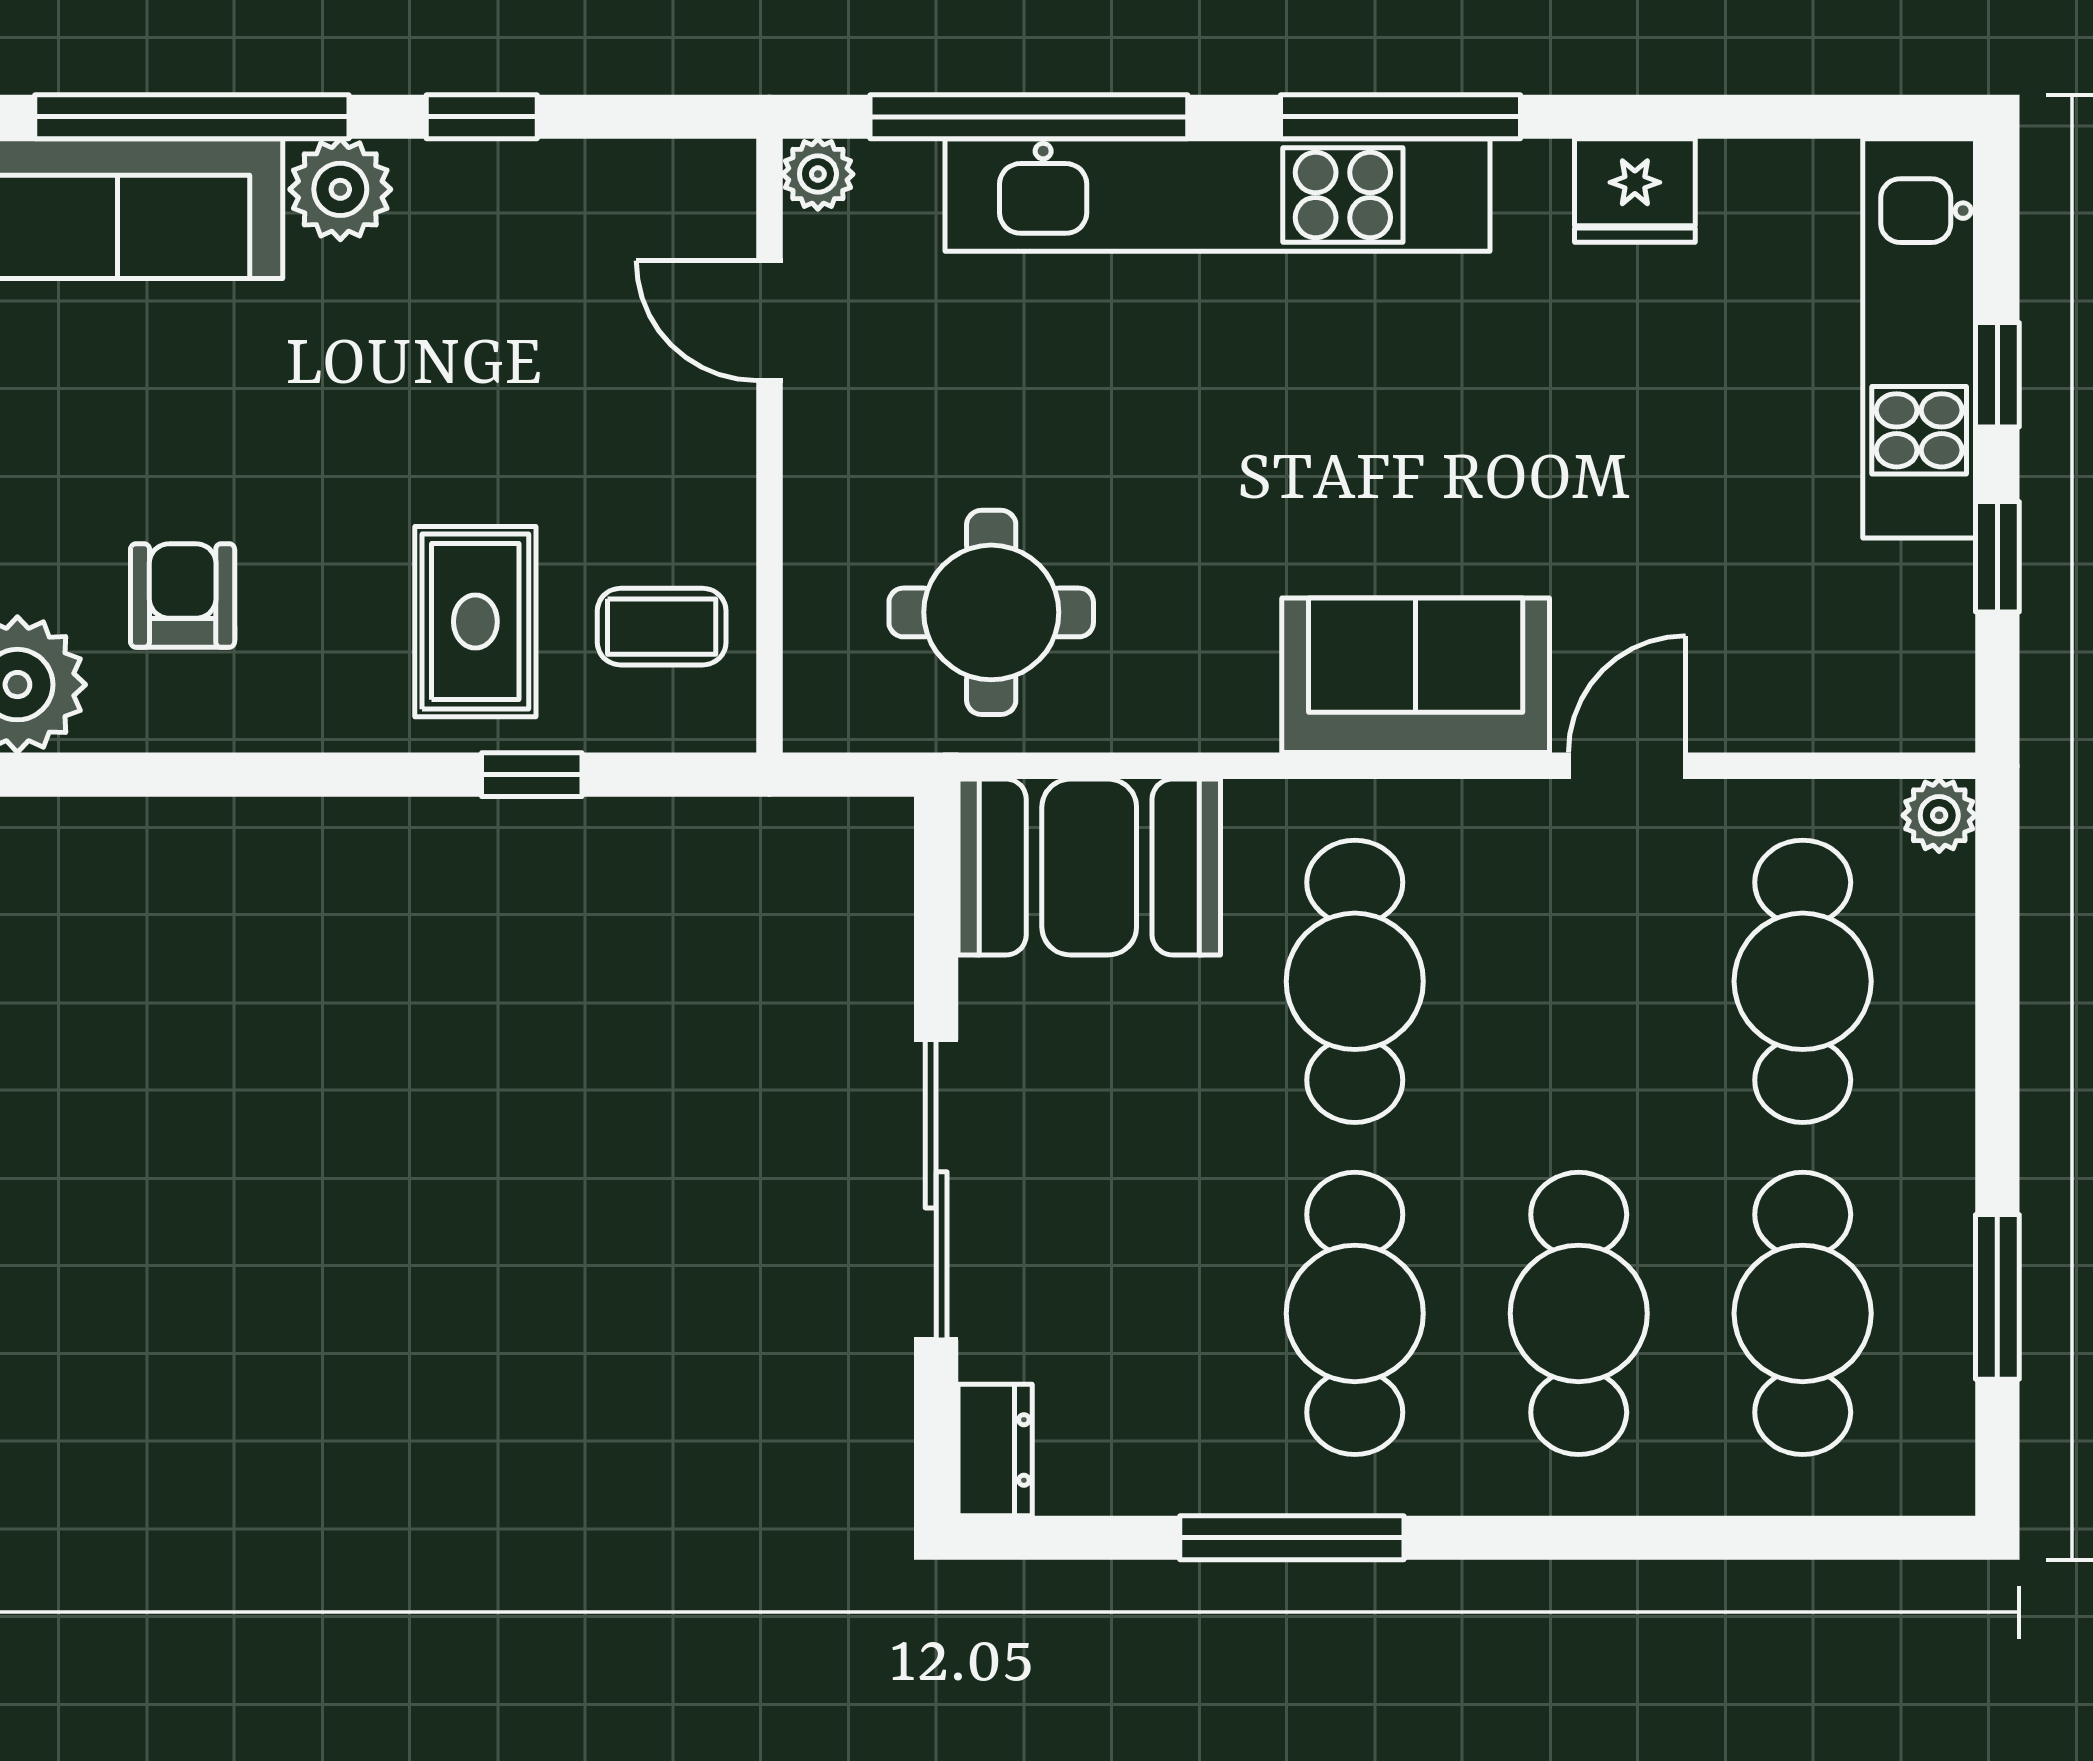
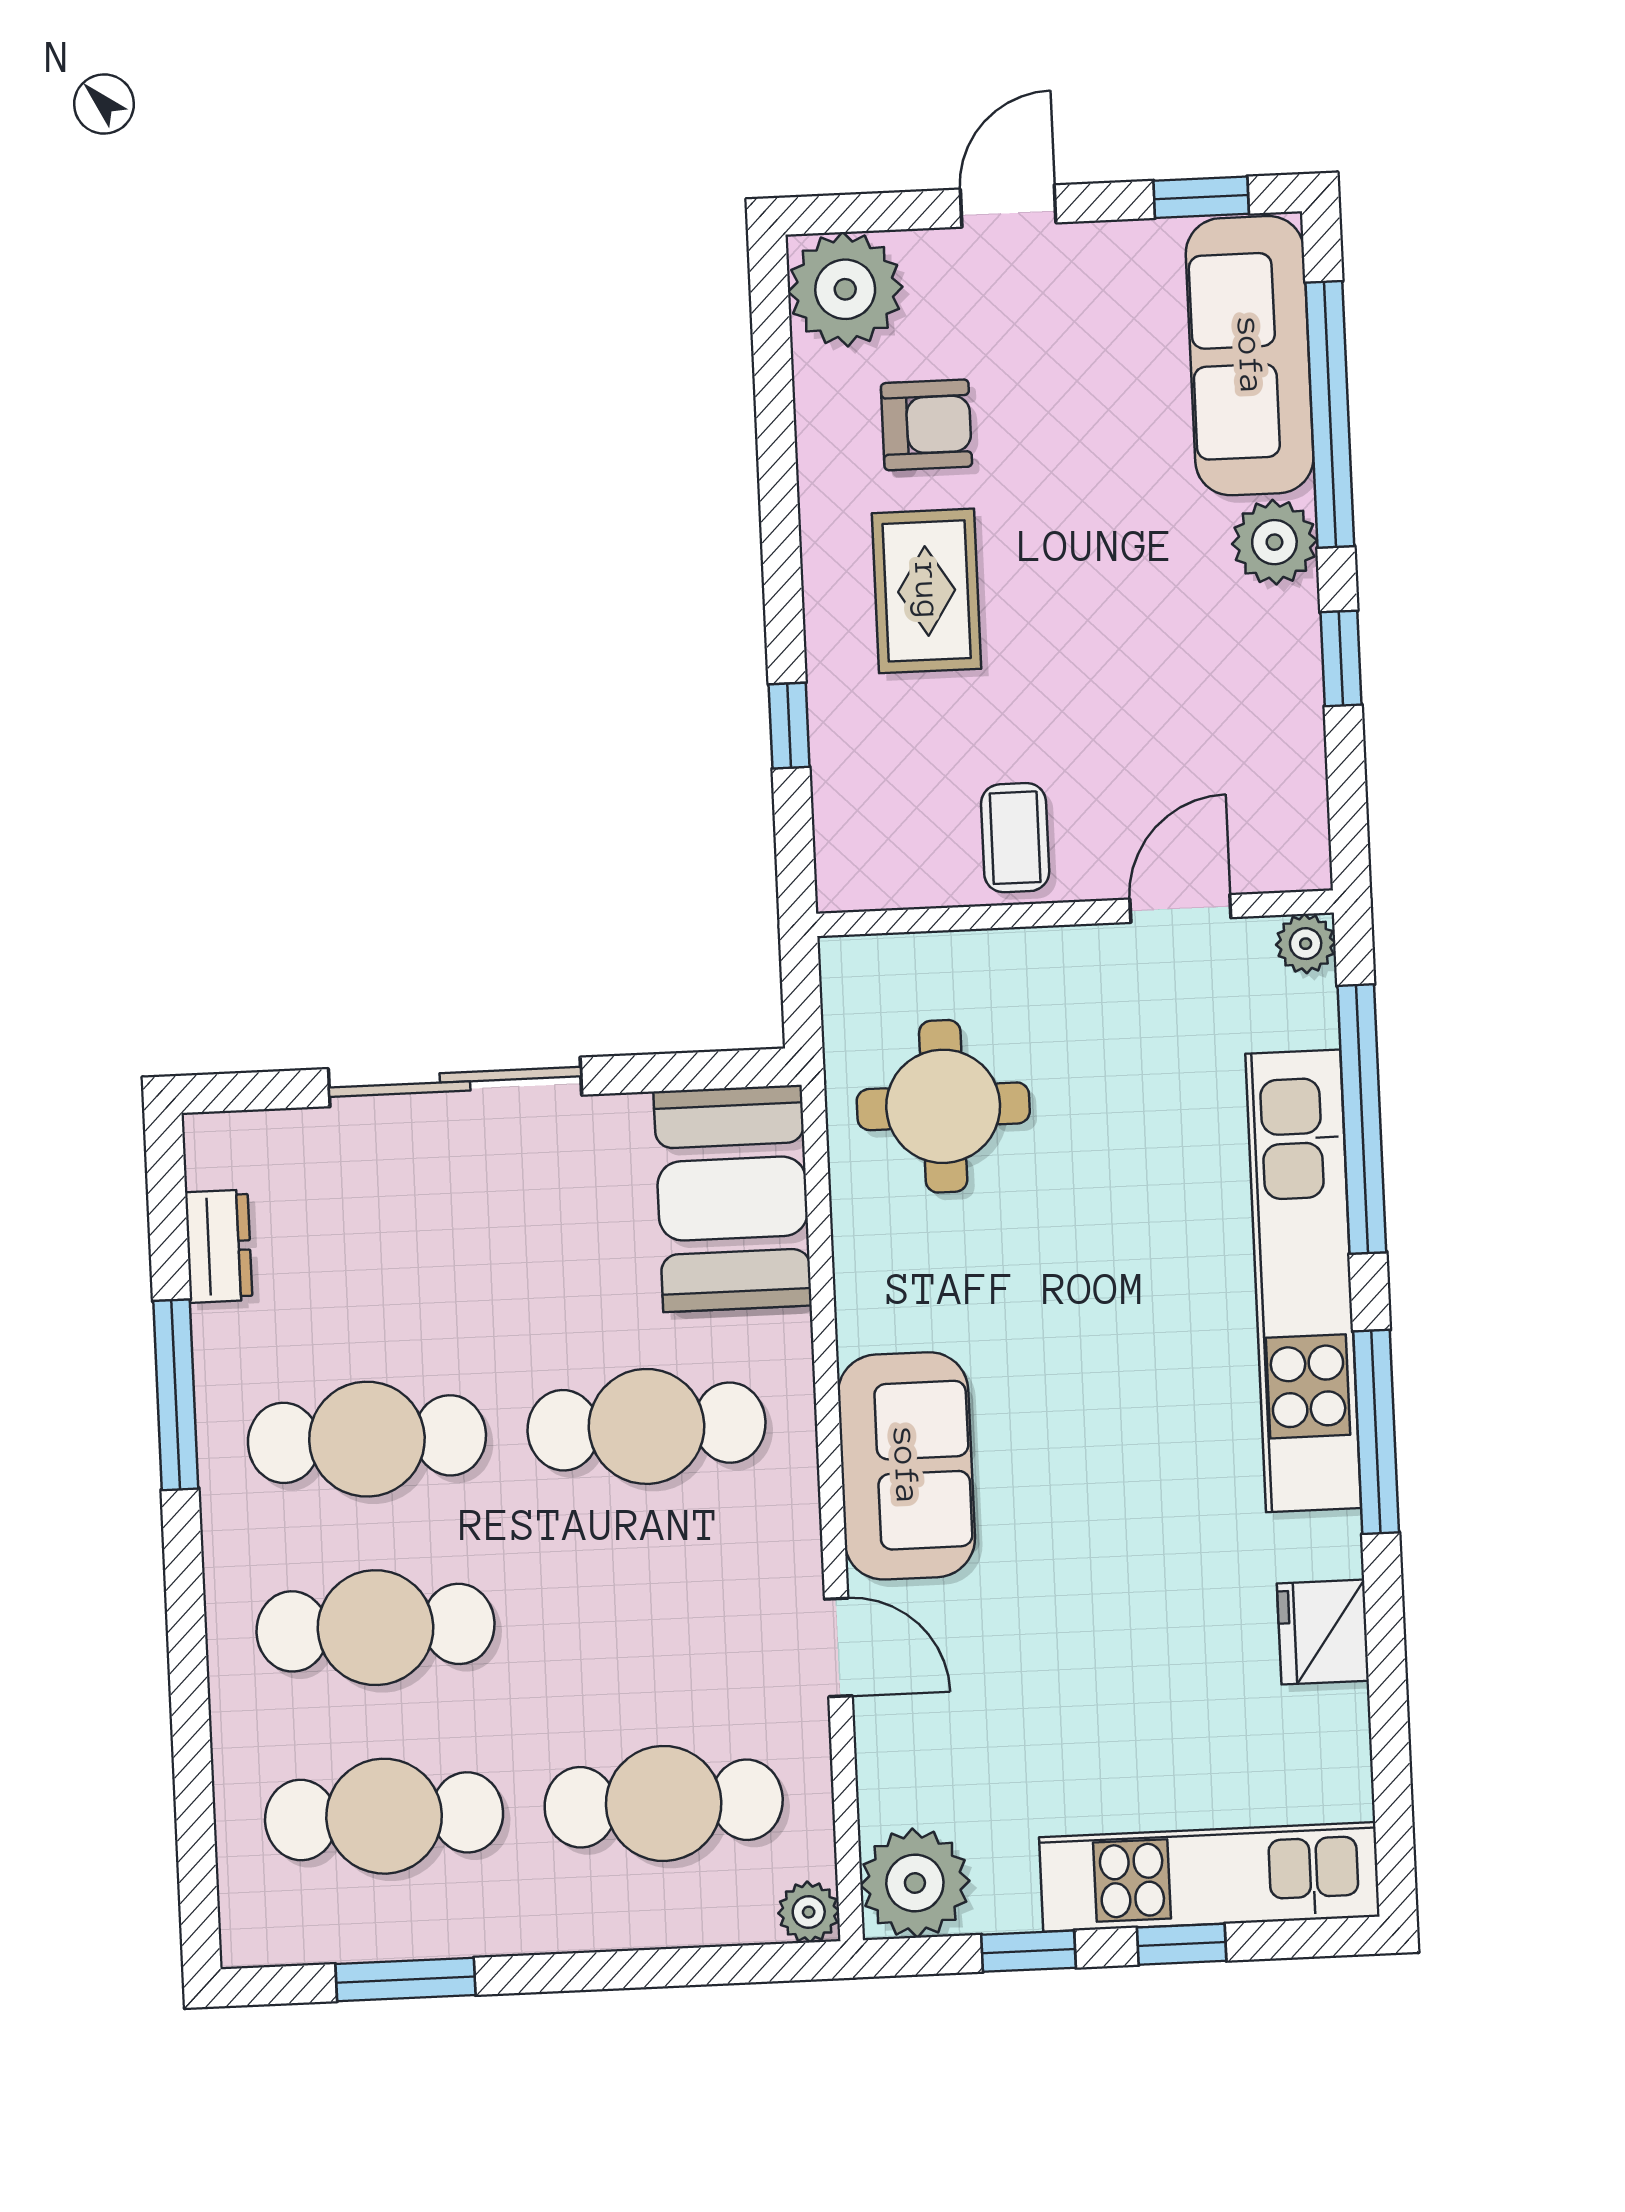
rug: (475, 622) -> (927, 591), moved, turned 90
coffee table: (662, 627) -> (1015, 838), moved
plant: (1910, 688) -> (915, 1883), added
dresser: (995, 1450) -> (219, 1246), moved, turned -90

